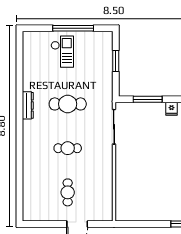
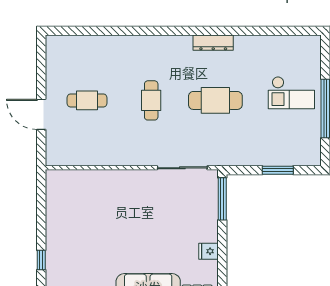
window: (148, 99) -> (222, 199), moved
cafe table: (68, 104) -> (215, 100), turned 90

